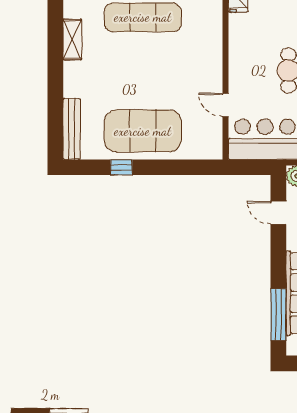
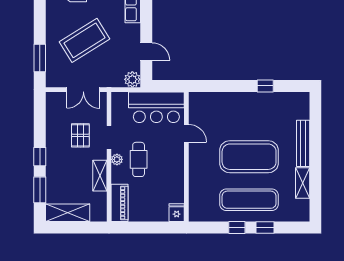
bench: (72, 129) -> (303, 143), moved
exercise mat: (143, 131) -> (249, 157), moved

